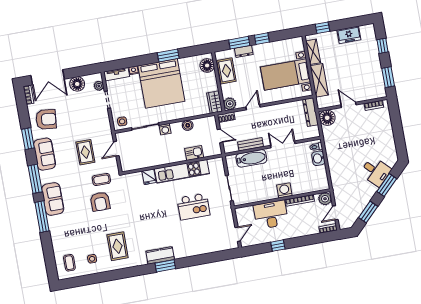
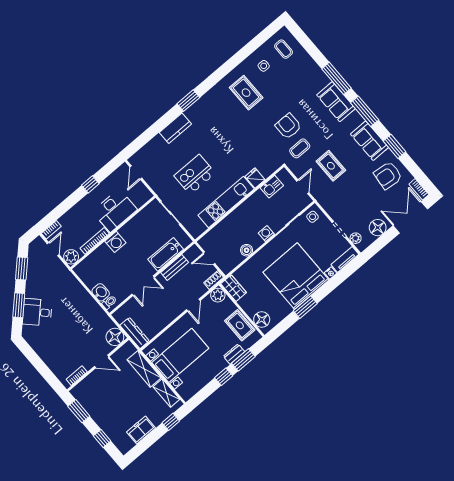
kitchen sink: (194, 153) -> (272, 187), moved
kitchen counter: (160, 255) -> (175, 128), moved

